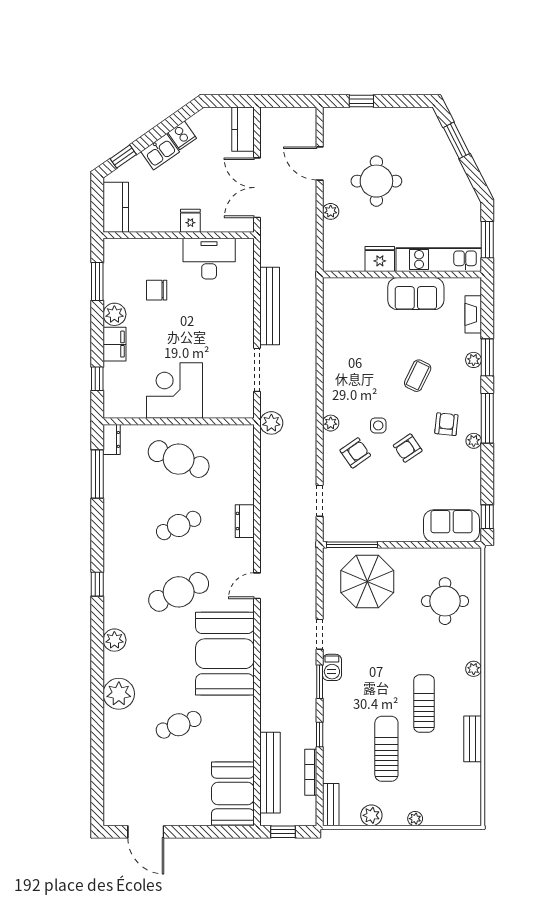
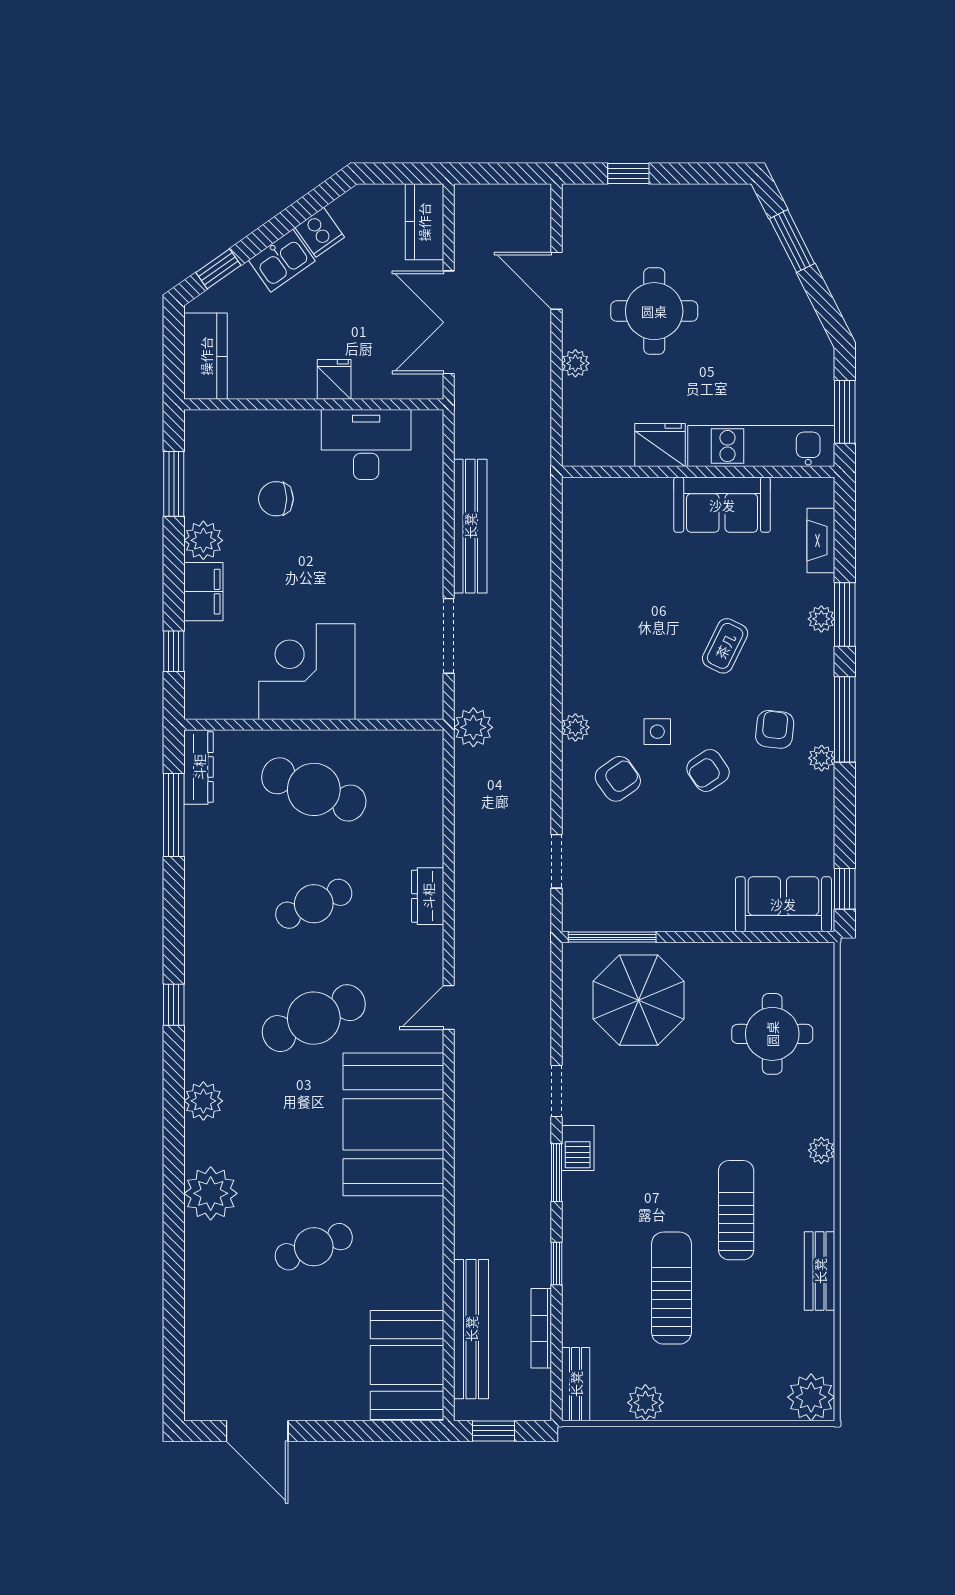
dresser: (112, 439) -> (199, 767), width x1.44
plant: (415, 819) -> (811, 1397), moved, width x1.88, depth x1.88

